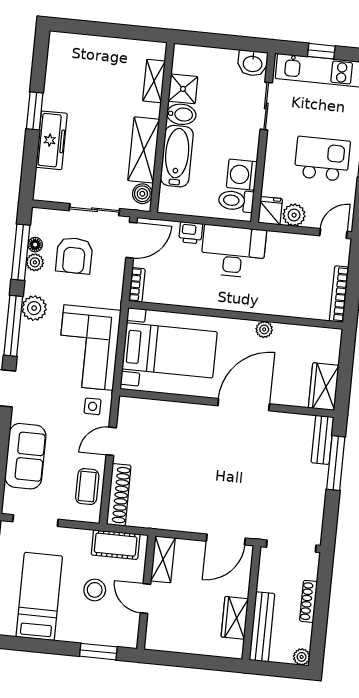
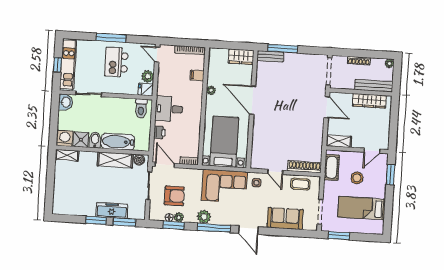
shelving: (154, 81) -> (67, 155), moved
window: (30, 162) -> (124, 222), added
washing machine: (242, 175) -> (65, 138), moved, turned 180
desk: (233, 251) -> (169, 109), width x0.73
window: (21, 252) -> (174, 225), width x0.69
filing cabinet: (293, 305) -> (197, 75), added
door: (145, 598) -> (372, 151), moved
wardrobe: (235, 618) -> (369, 101), width x1.50

